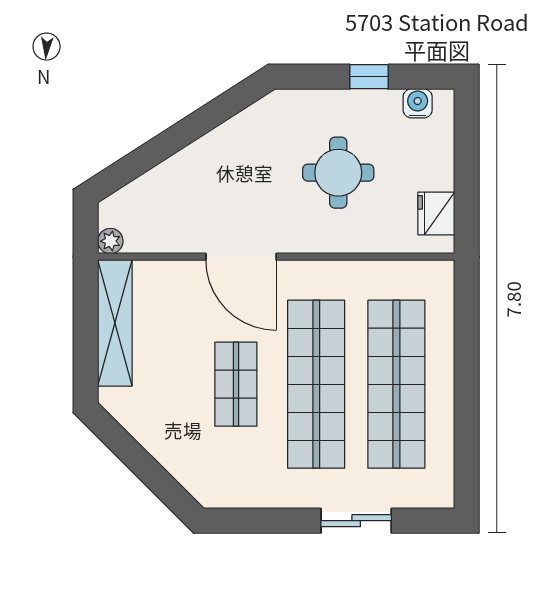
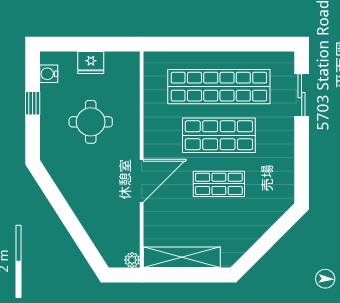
fridge: (436, 213) -> (91, 63), moved
shop shelf: (316, 384) -> (219, 135), width x0.71
sliding door: (356, 521) -> (302, 95), moved

